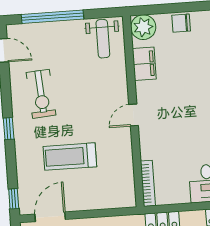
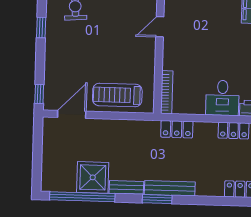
treadmill: (70, 157) -> (117, 95), moved

